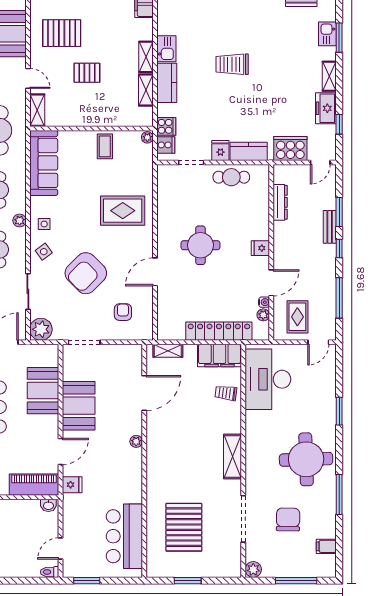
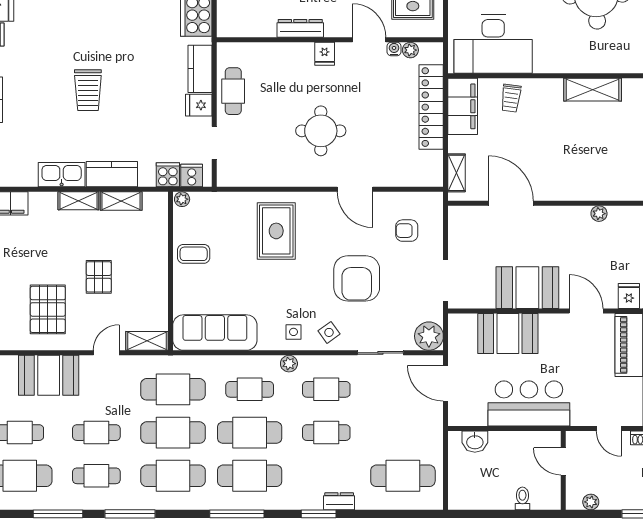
kitchen sink: (166, 49) -> (62, 175), width x1.38
dresser: (280, 202) -> (300, 28), moved
armchair: (86, 273) -> (357, 278), turned 45
plant: (136, 441) -> (599, 214), moved

